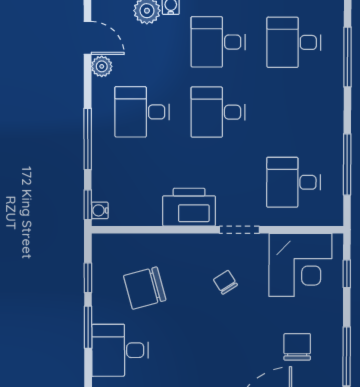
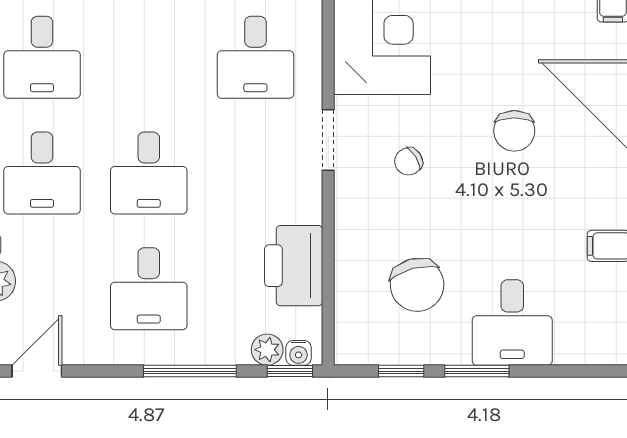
plant: (102, 66) -> (267, 350), moved
printer: (189, 207) -> (294, 266), moved
chair: (297, 347) -> (514, 131), moved, turned -90

